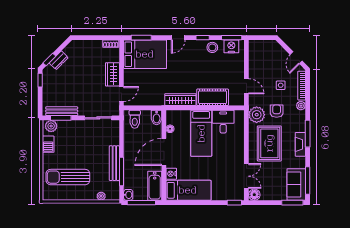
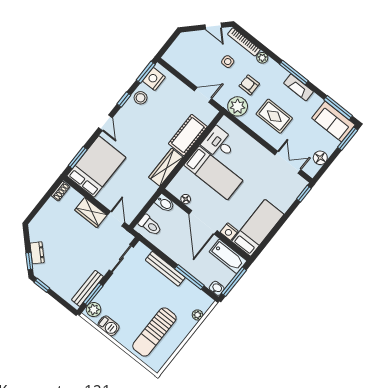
rug: (269, 143) -> (274, 116), width x0.73, depth x0.70
bench: (114, 163) -> (165, 269), moved
floor lamp: (254, 195) -> (320, 158), moved

